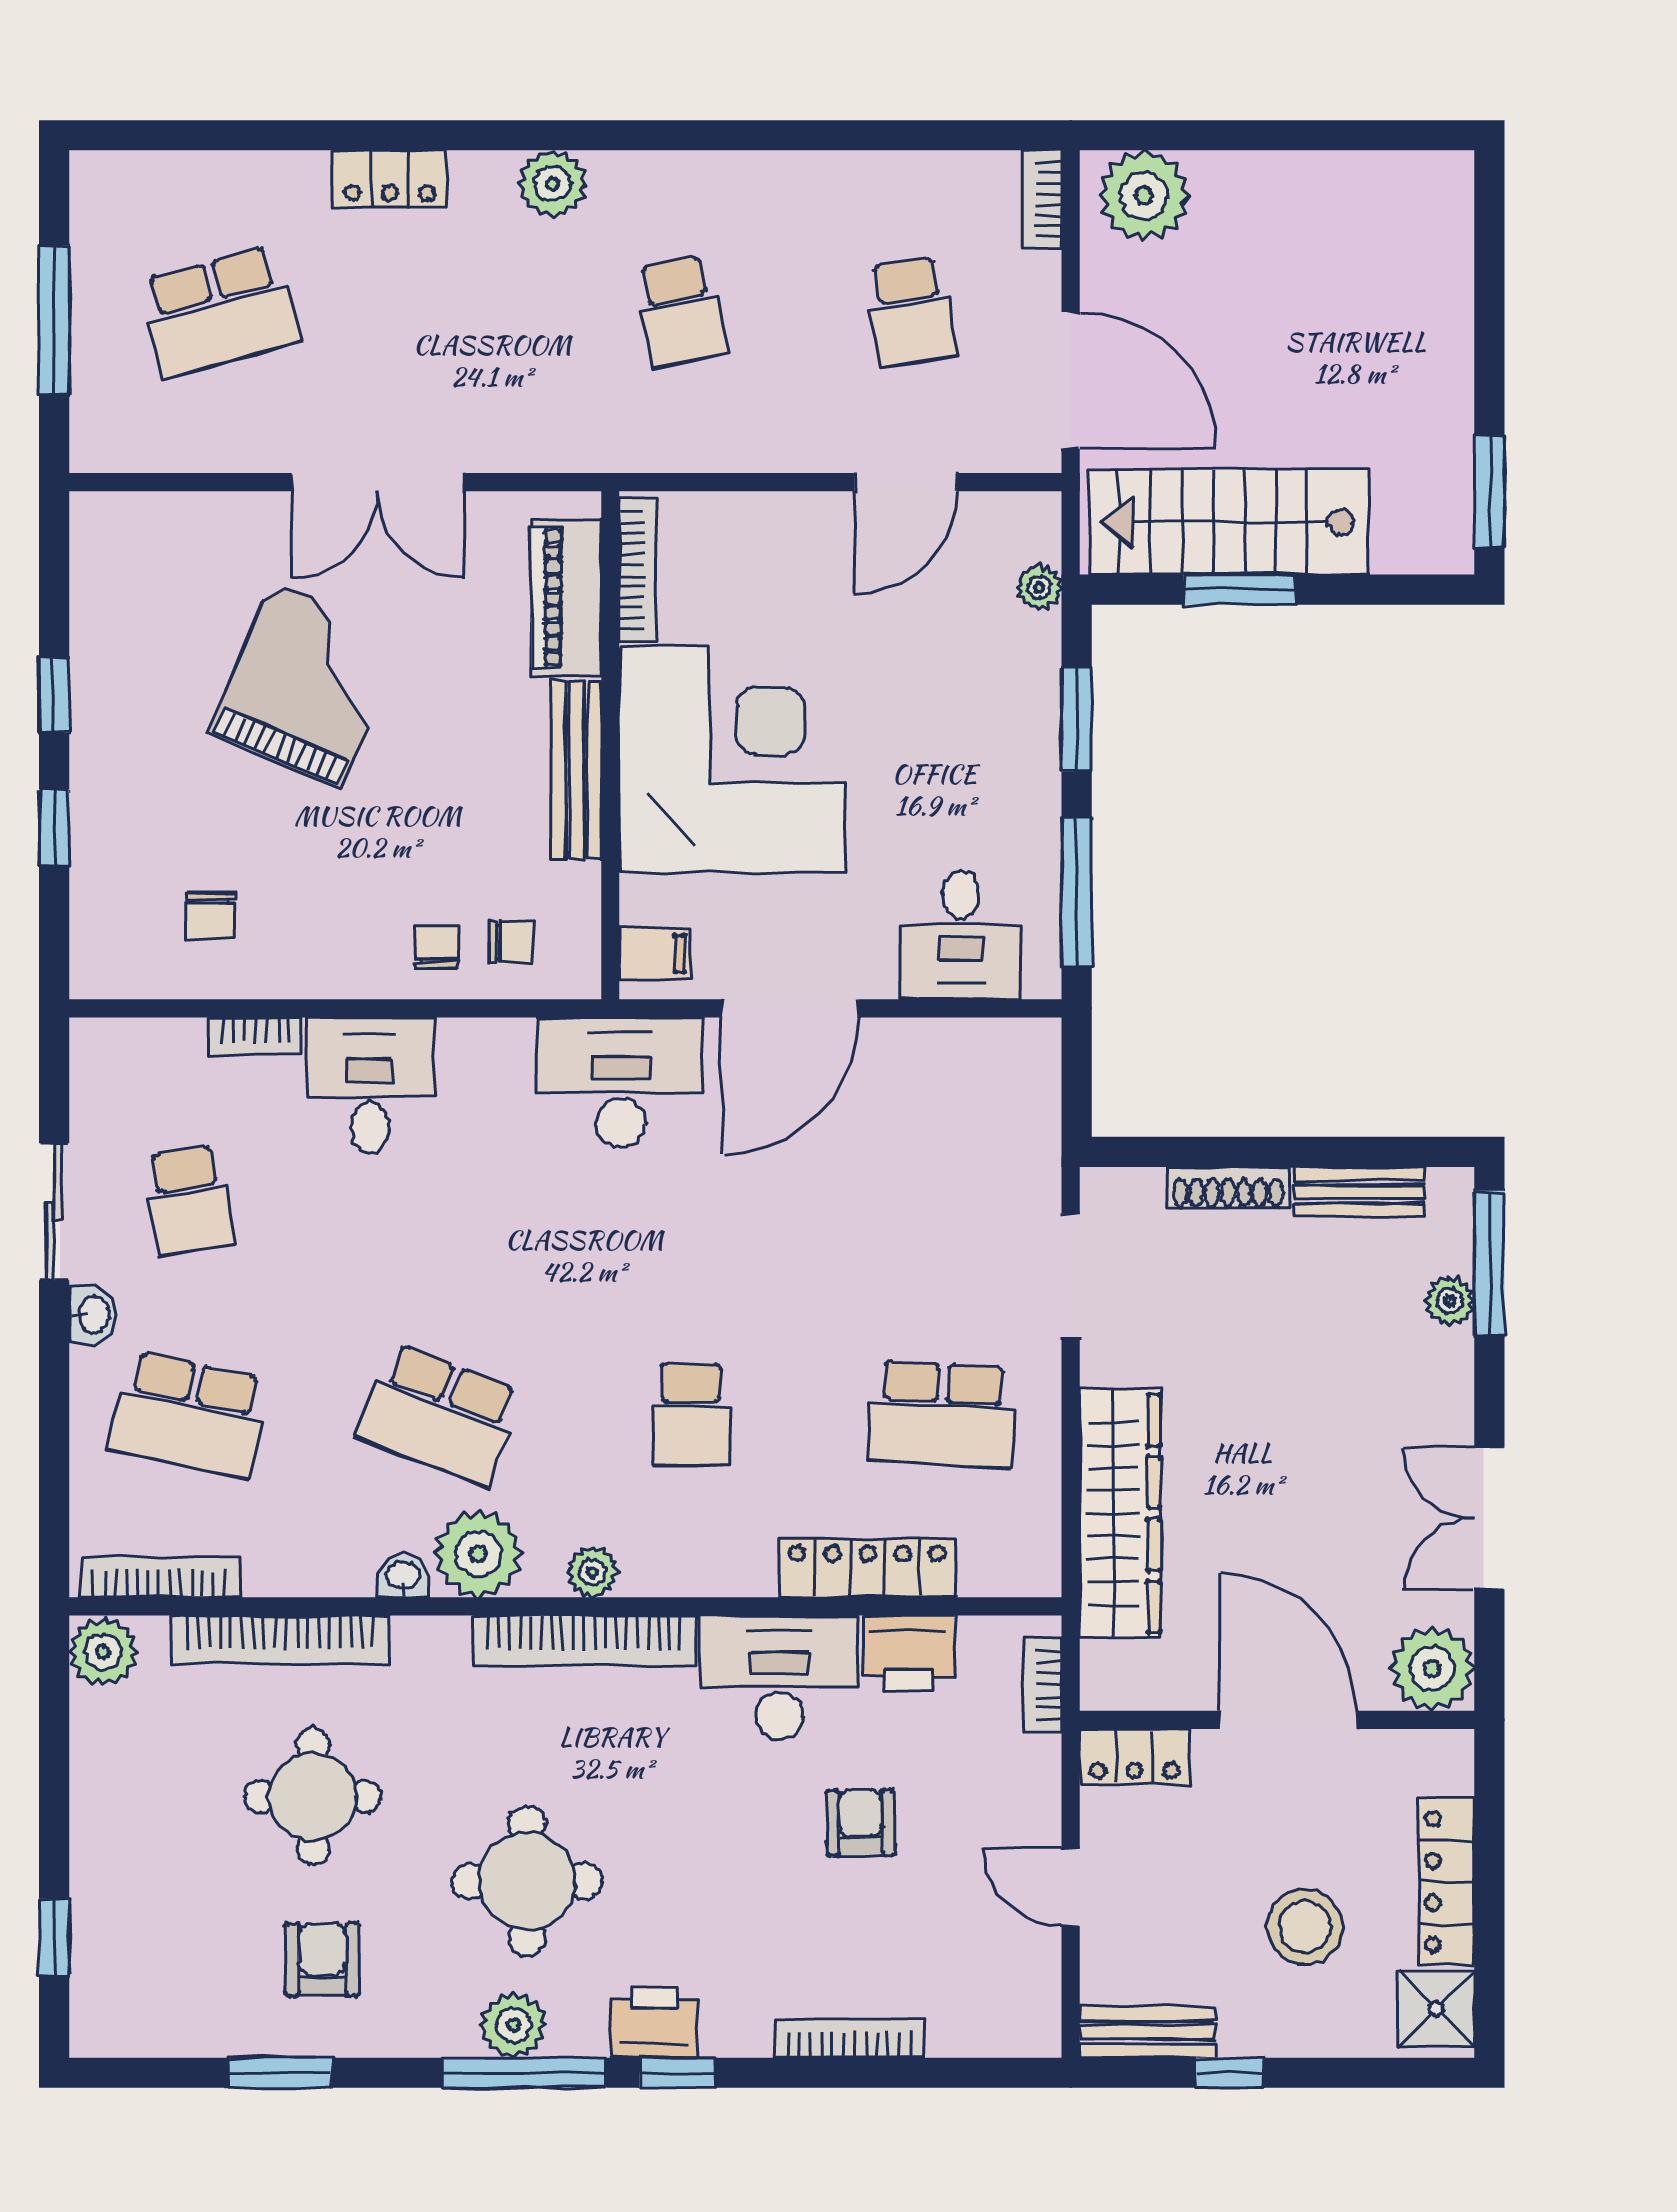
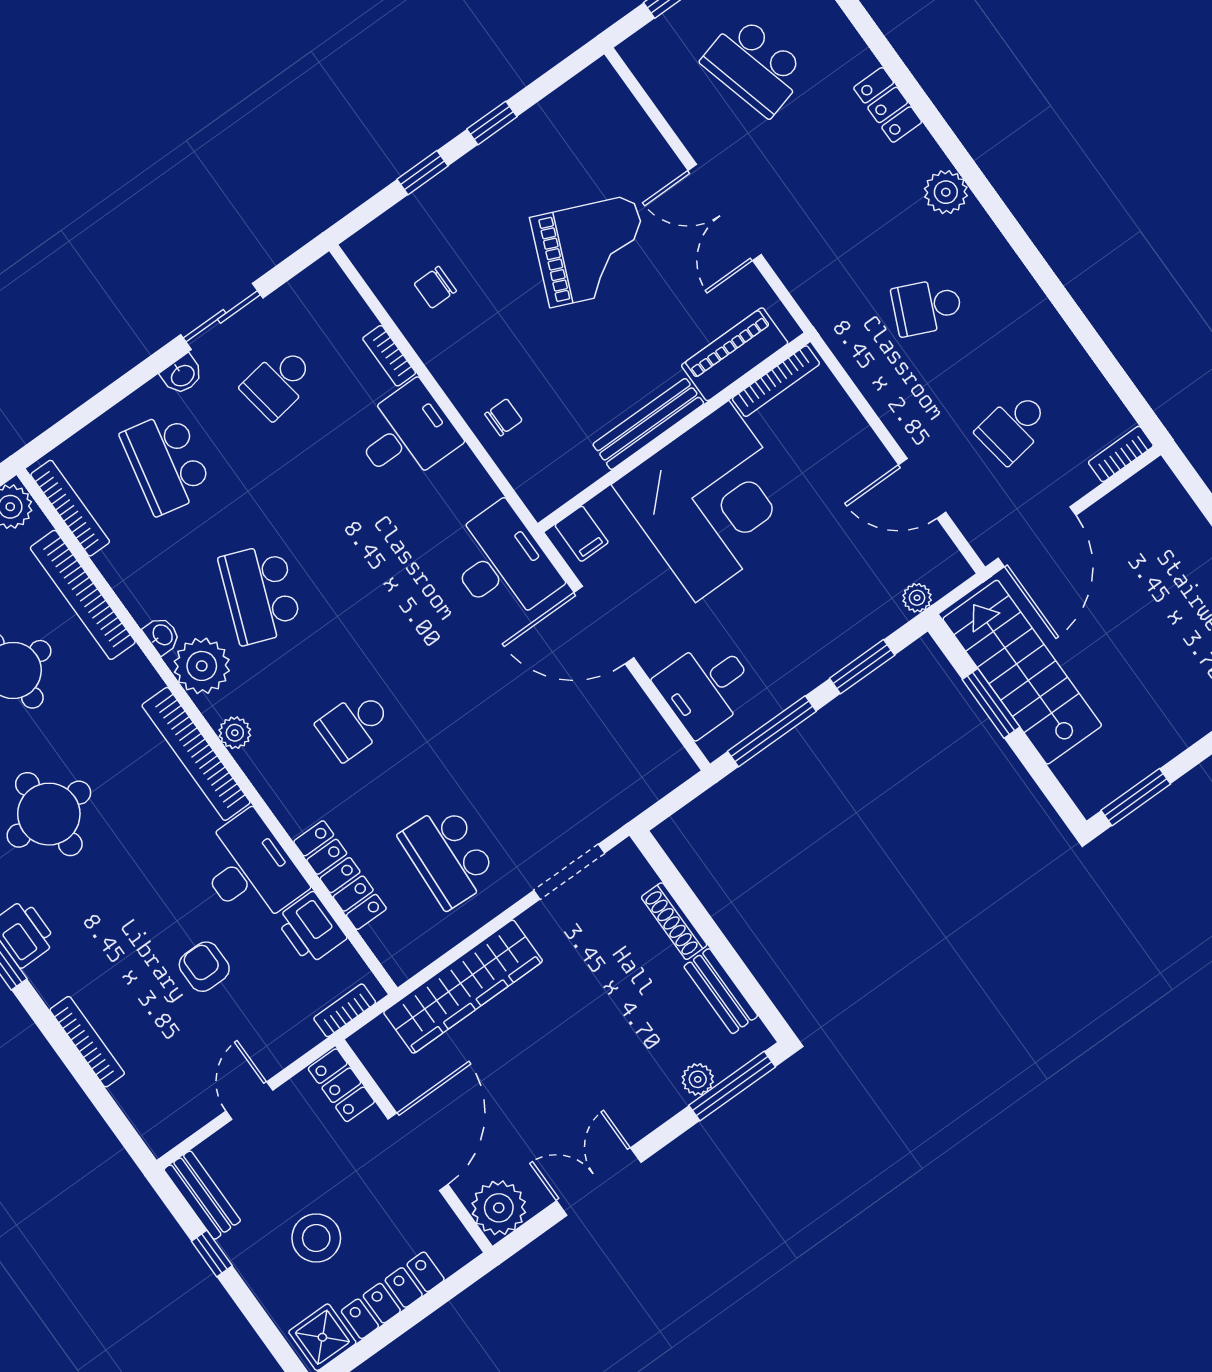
plant: (1144, 196) -> (1161, 506), removed
school desk: (681, 312) -> (927, 307), turned 36
chair: (511, 942) -> (534, 454), removed
armchair: (860, 1823) -> (204, 967), turned -89

